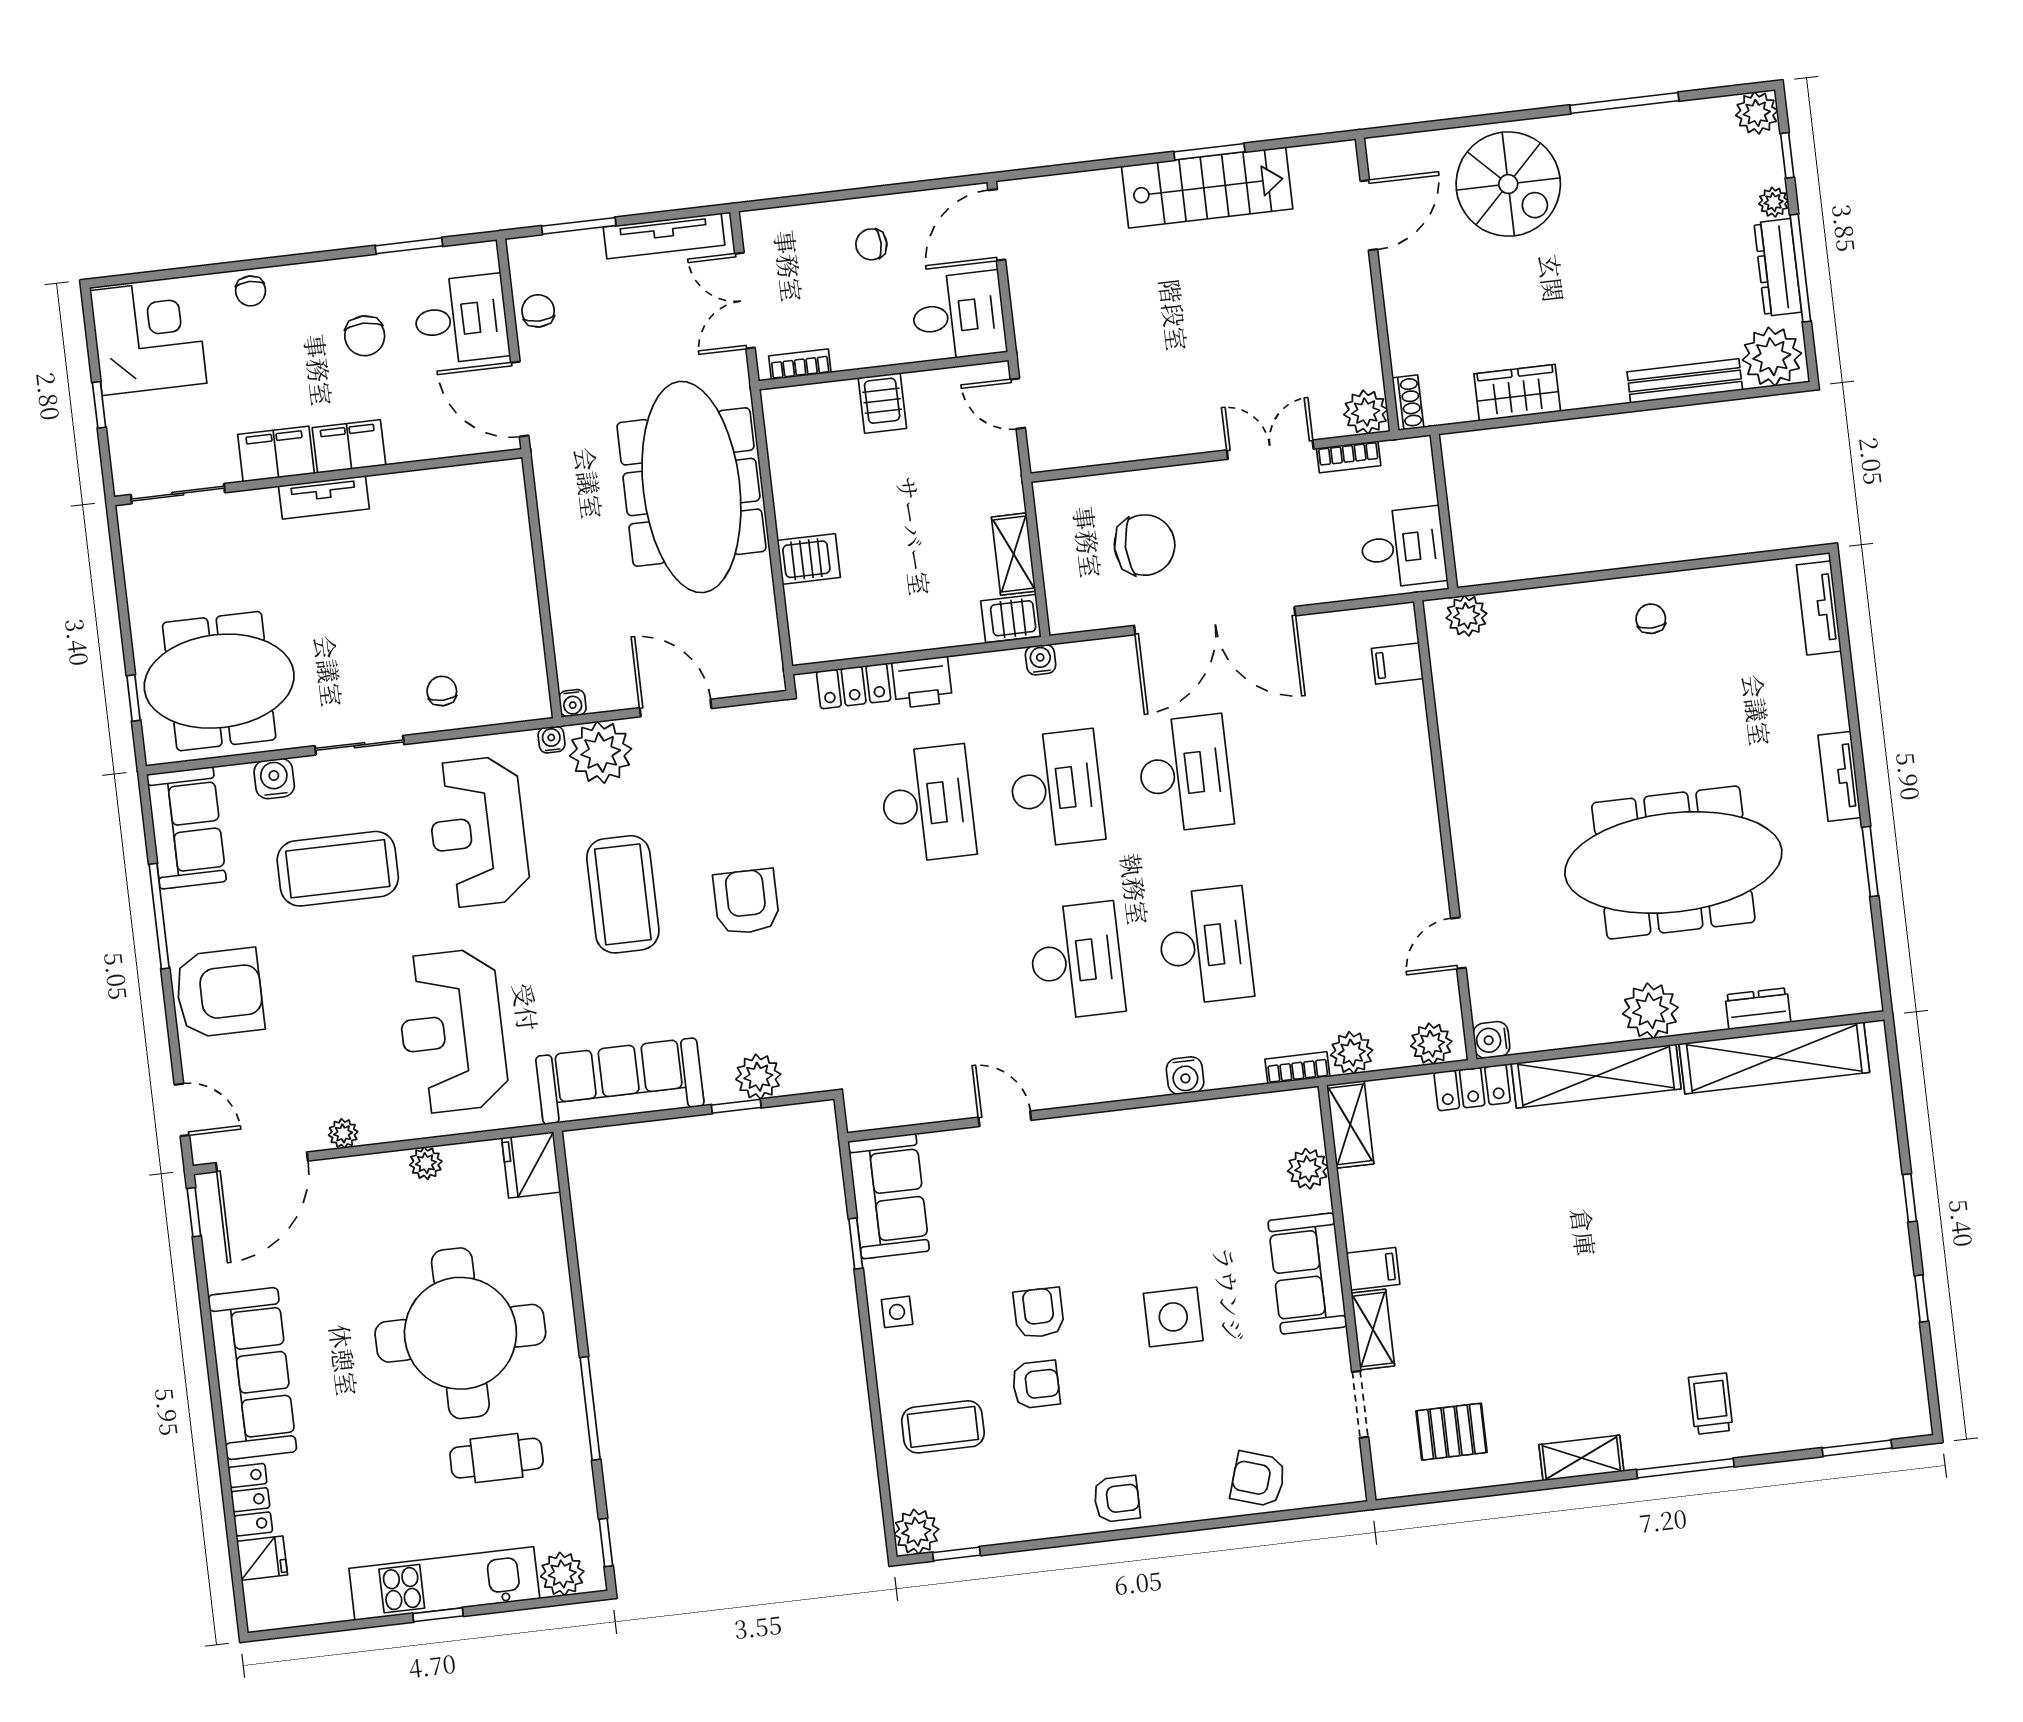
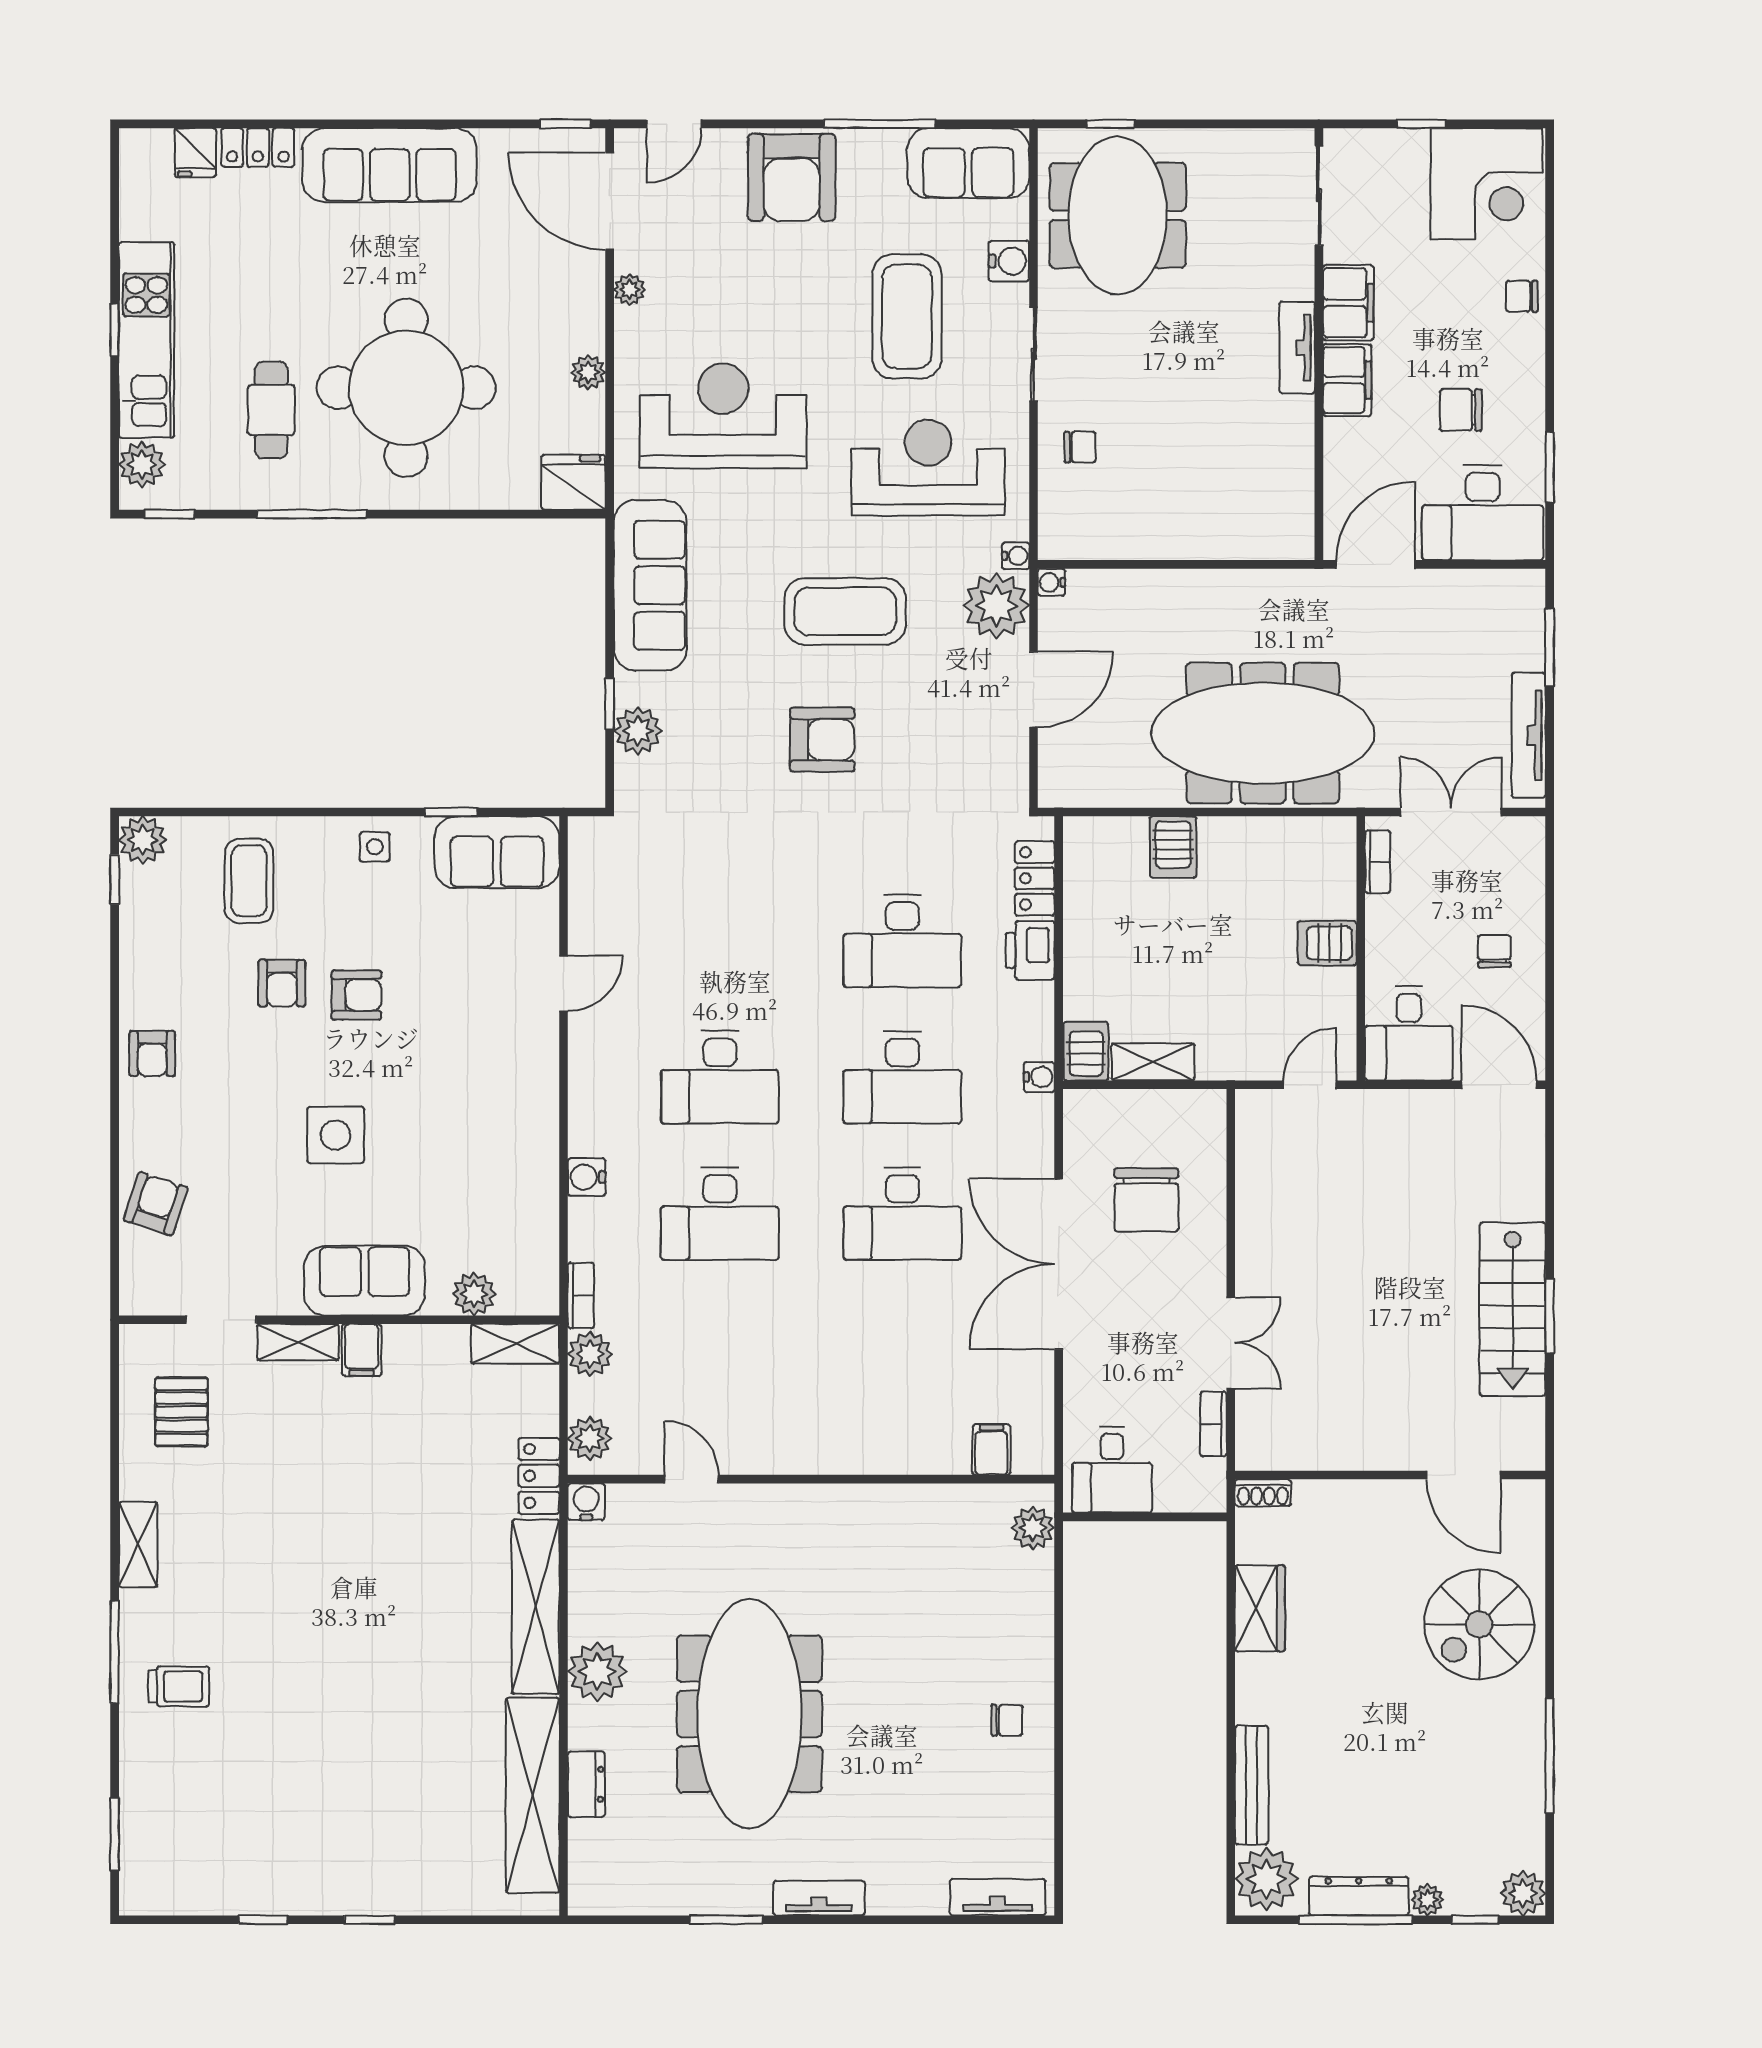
chair: (538, 311) -> (1466, 594), removed
desk: (461, 319) -> (1483, 513), width x1.37
plant: (1366, 412) -> (1258, 1447), removed

